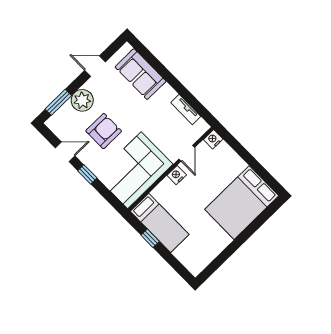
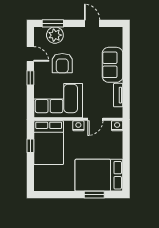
sofa: (141, 74) -> (113, 65), moved
plant: (82, 100) -> (55, 35), moved
armchair: (104, 131) -> (62, 63), turned 90
bed: (160, 223) -> (49, 143), width x1.50
window: (255, 225) -> (94, 195), added

